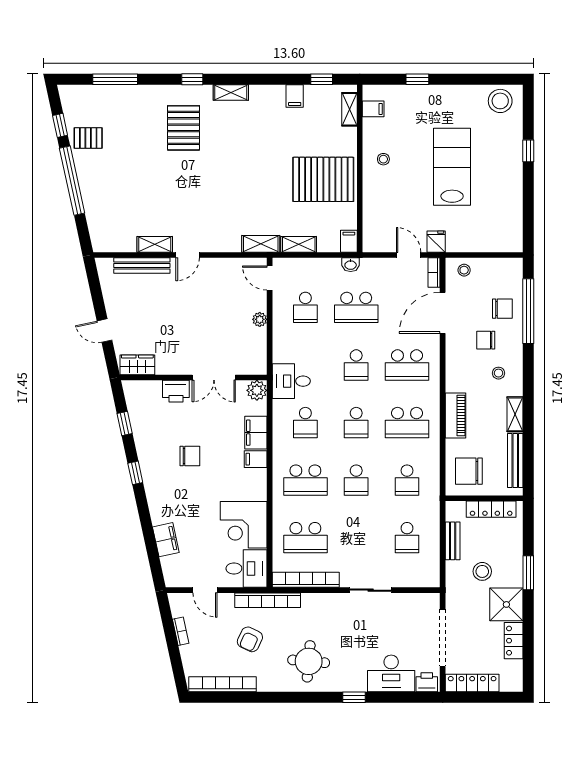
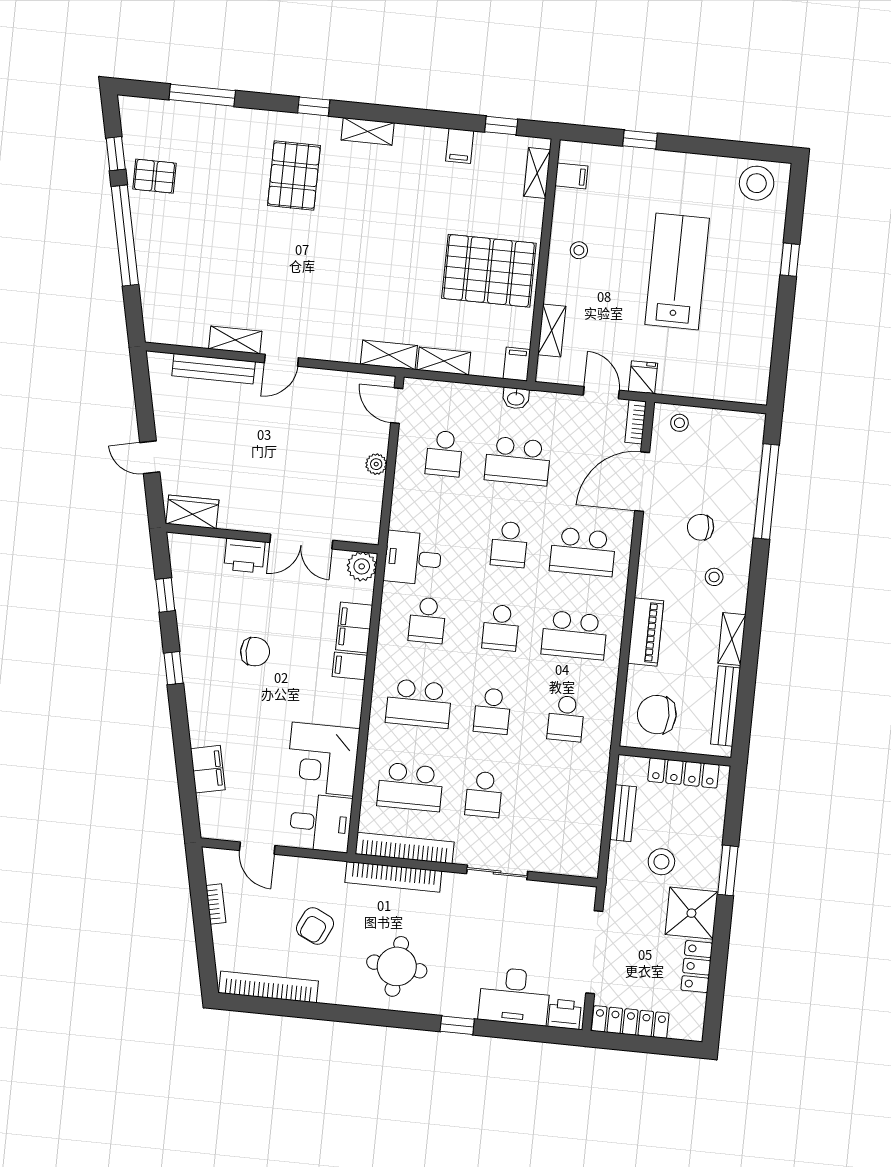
shelving: (370, 216) -> (552, 330), added
chair: (502, 309) -> (729, 484), removed
school desk: (407, 538) -> (484, 794), moved
bookcase: (268, 600) -> (393, 877), moved

